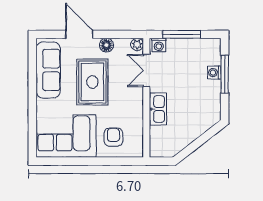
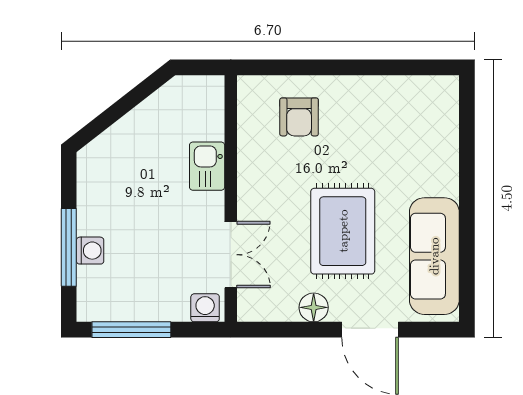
window: (182, 34) -> (131, 330), moved
plant: (137, 44) -> (250, 309), removed
kitchen sink: (158, 109) -> (207, 166), width x0.73
corner sofa: (66, 136) -> (397, 119), removed

